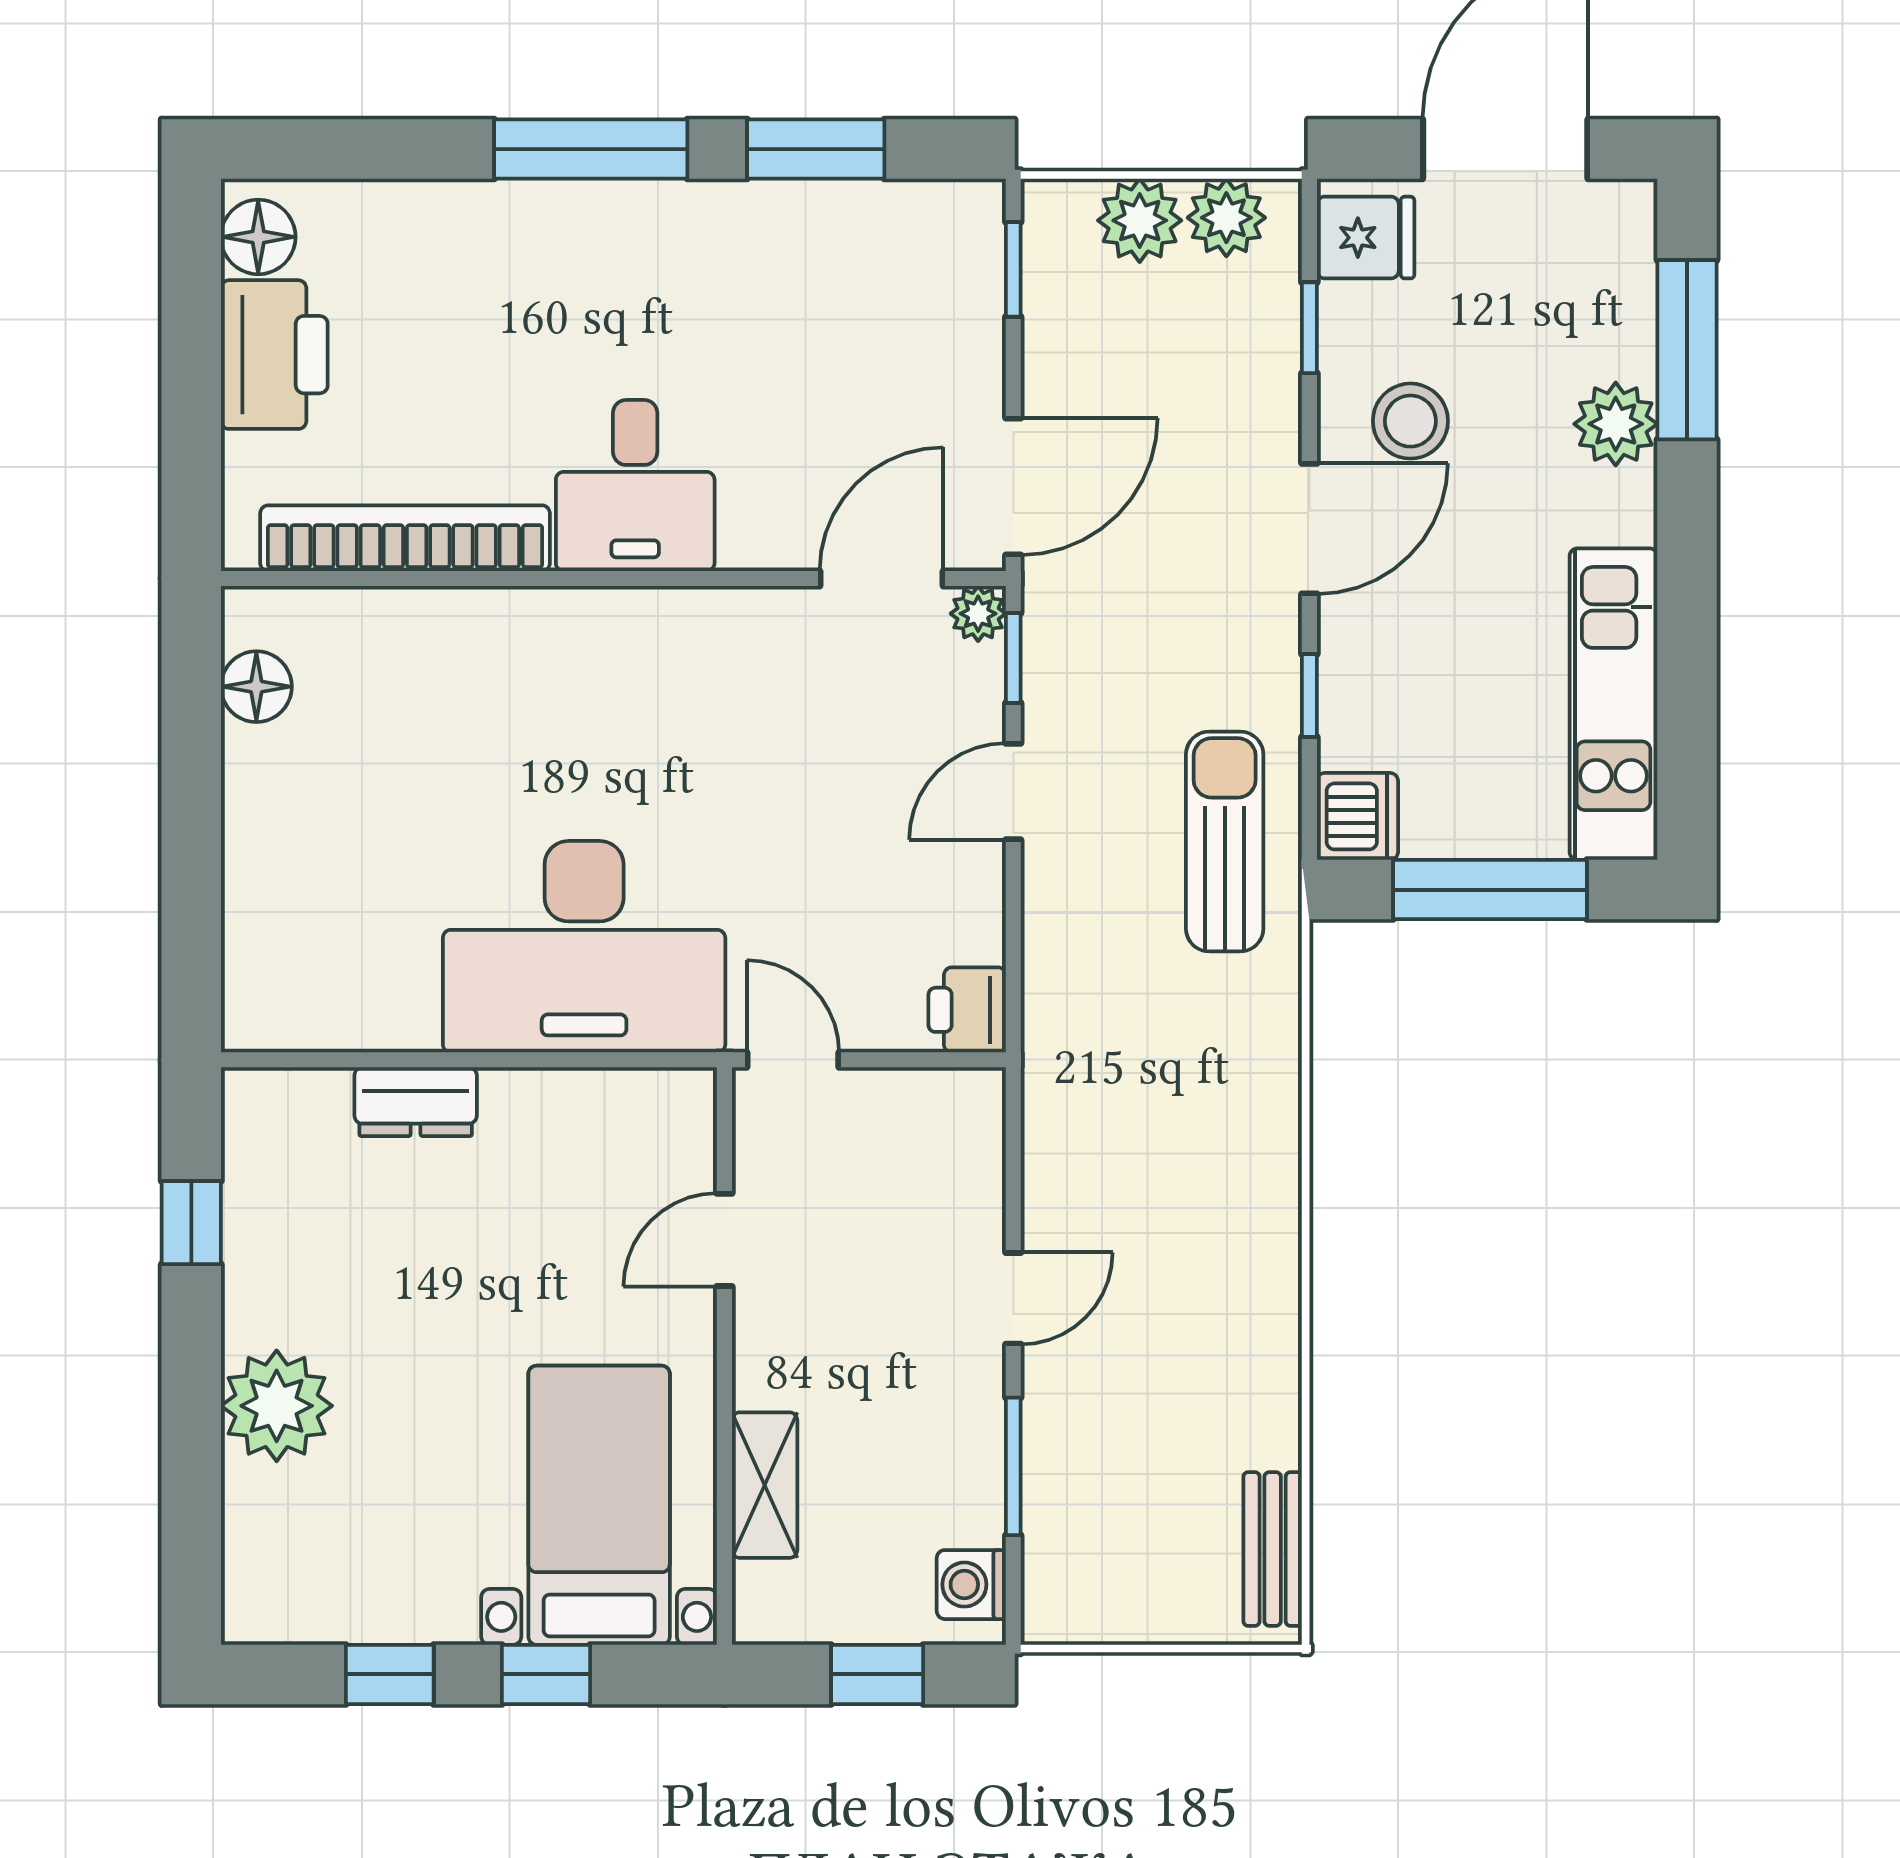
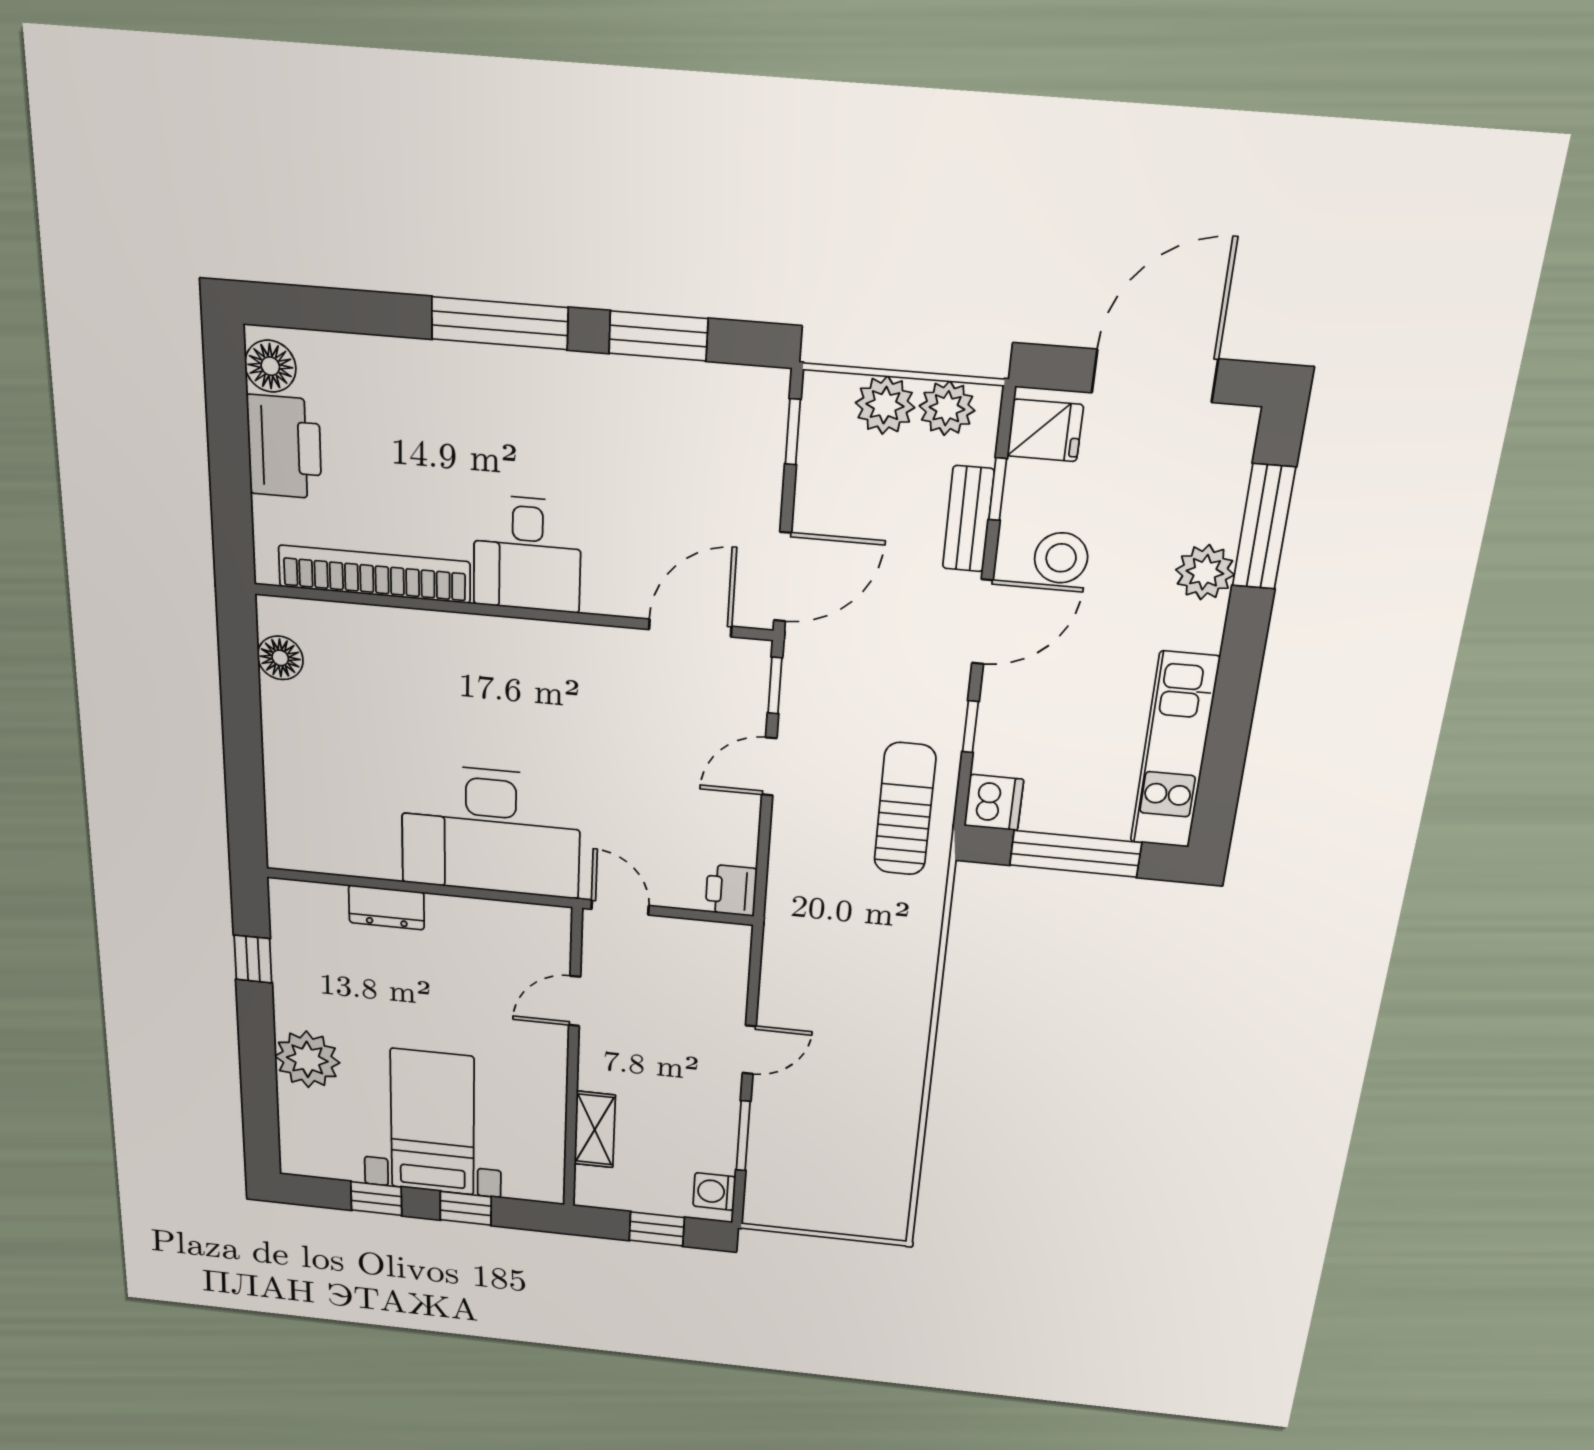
plant: (978, 614) -> (753, 656), removed
bed with nightstands: (599, 1505) -> (432, 1122), moved
bench: (1273, 1549) -> (968, 519), moved

